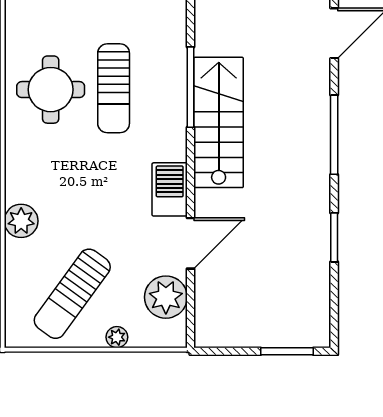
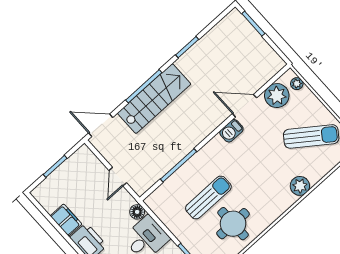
stairs: (219, 122) -> (154, 99), moved, turned 180
barbecue: (170, 189) -> (231, 131), width x0.73, depth x0.79
plant: (117, 337) -> (297, 84), moved

